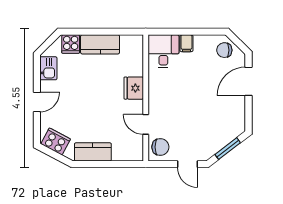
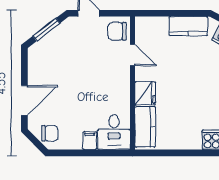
kitchen counter: (100, 44) -> (145, 127), moved, turned 90

